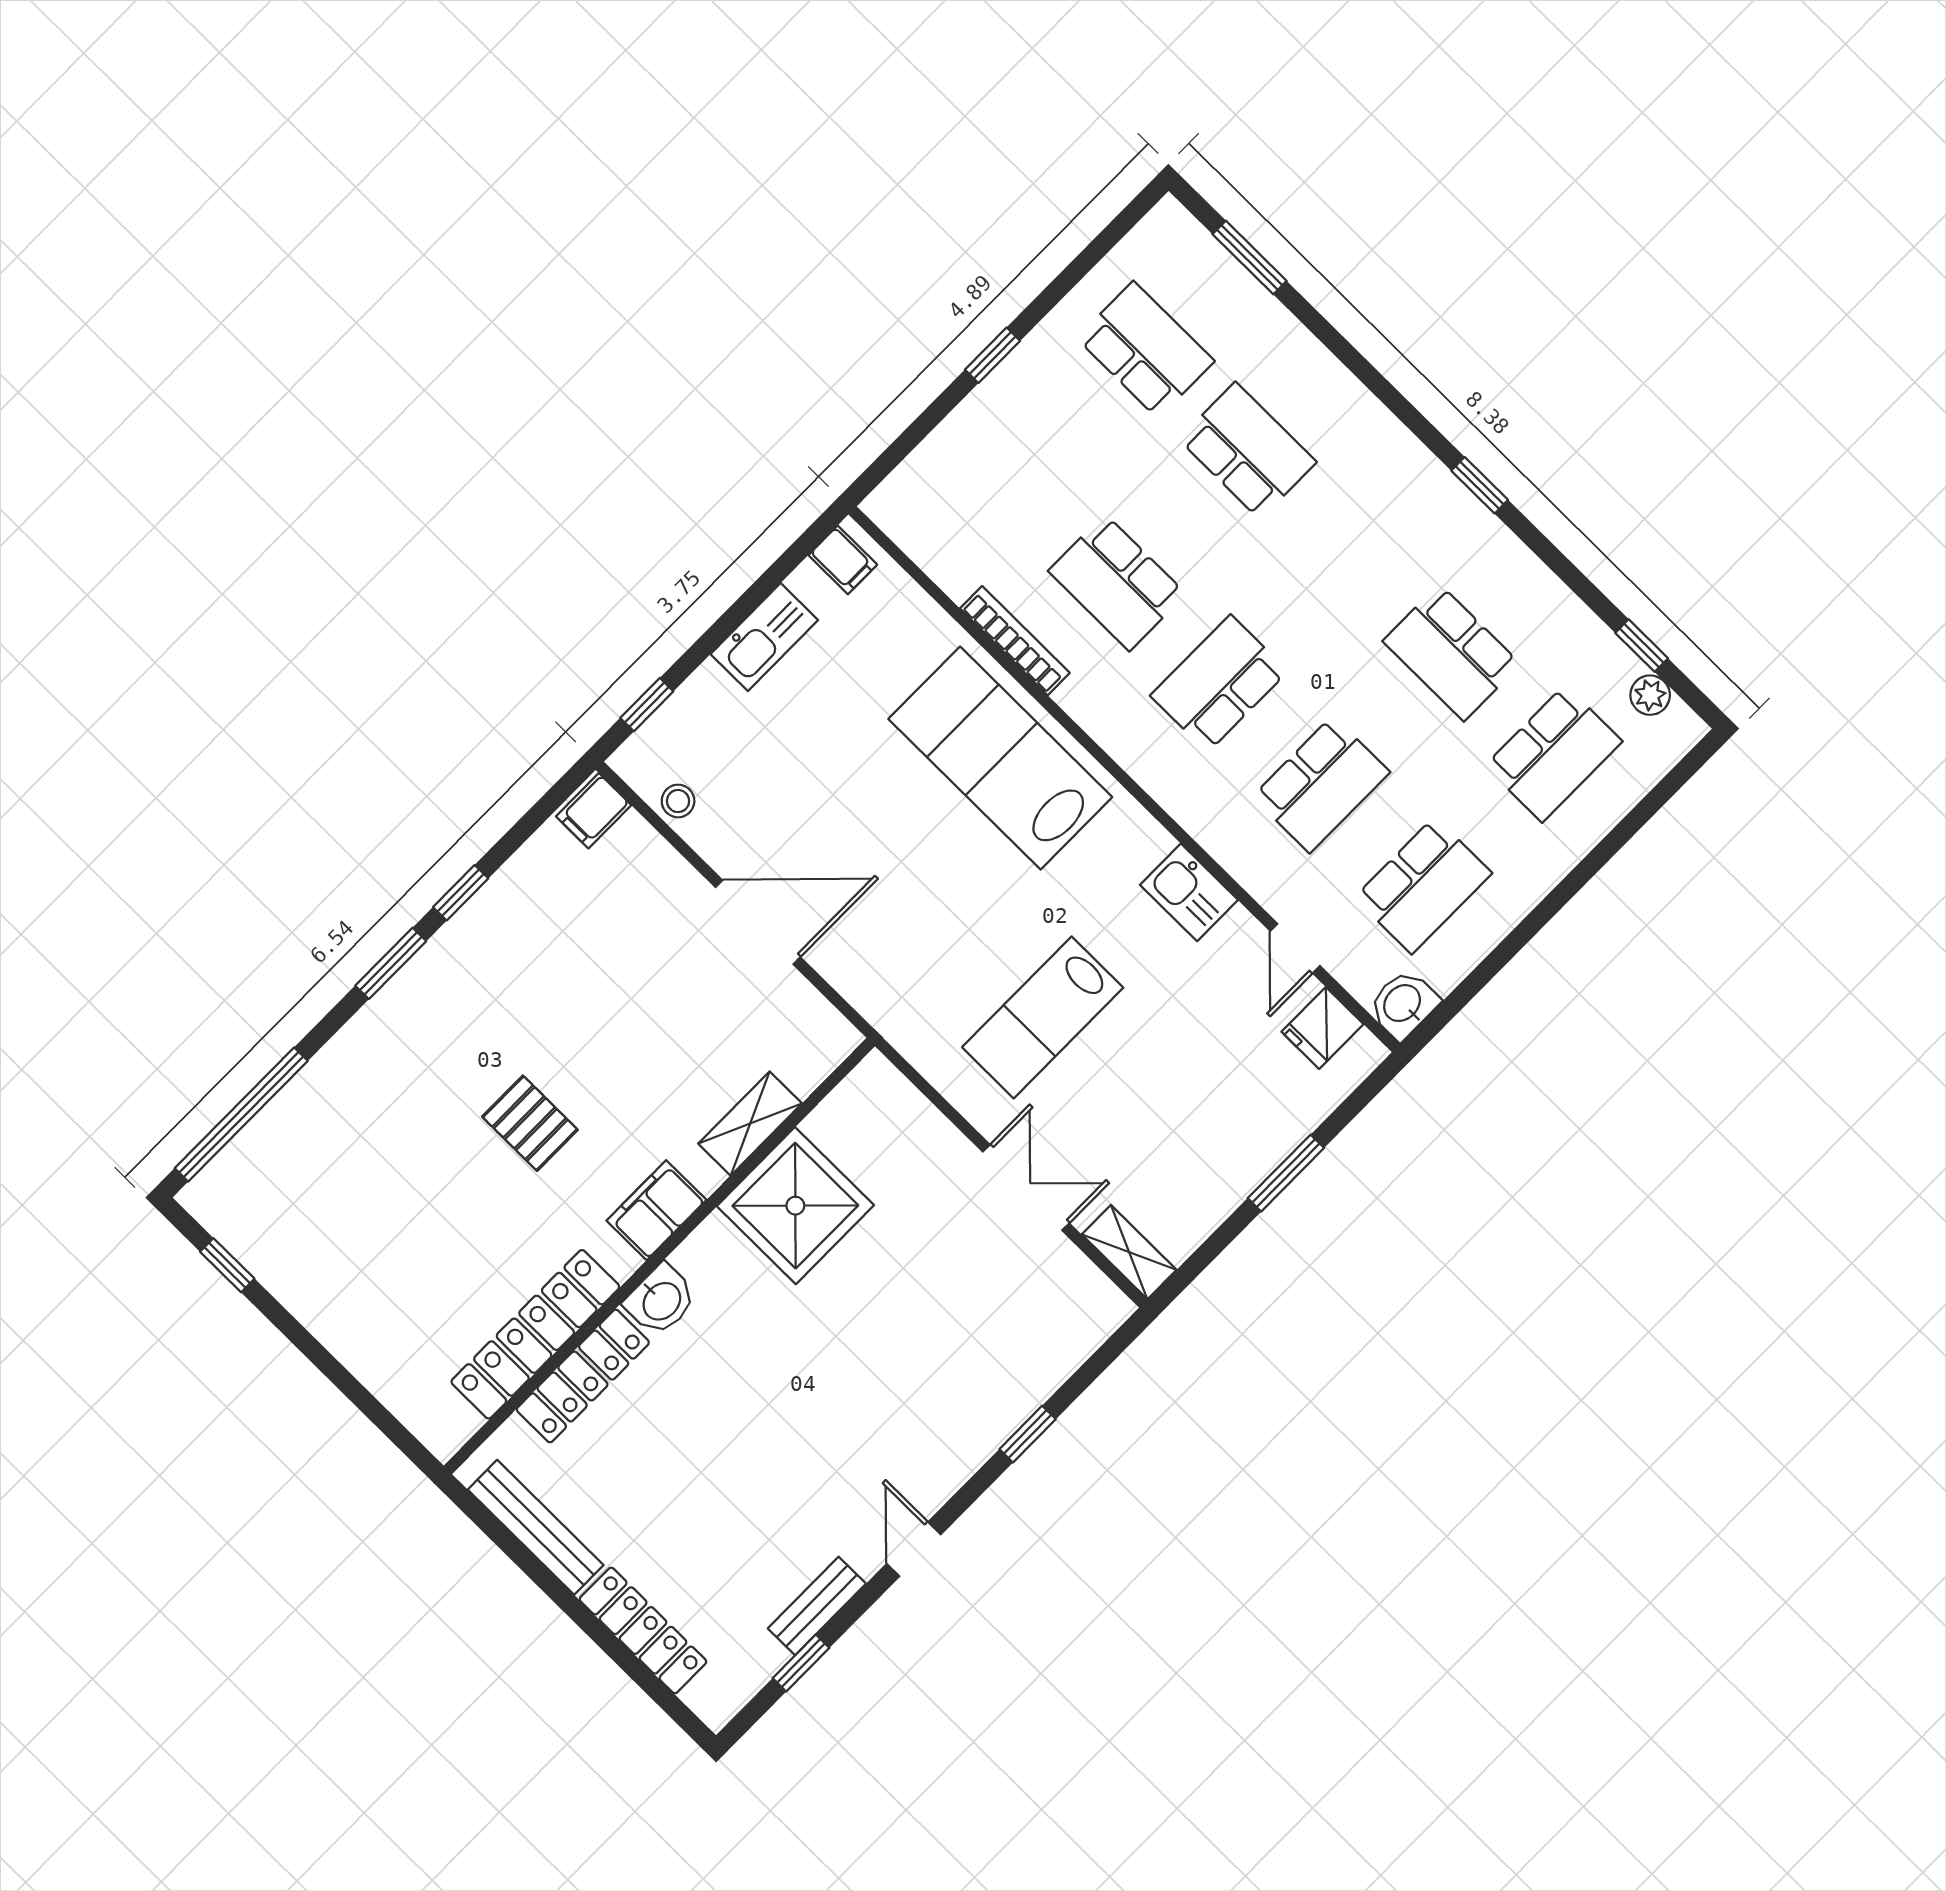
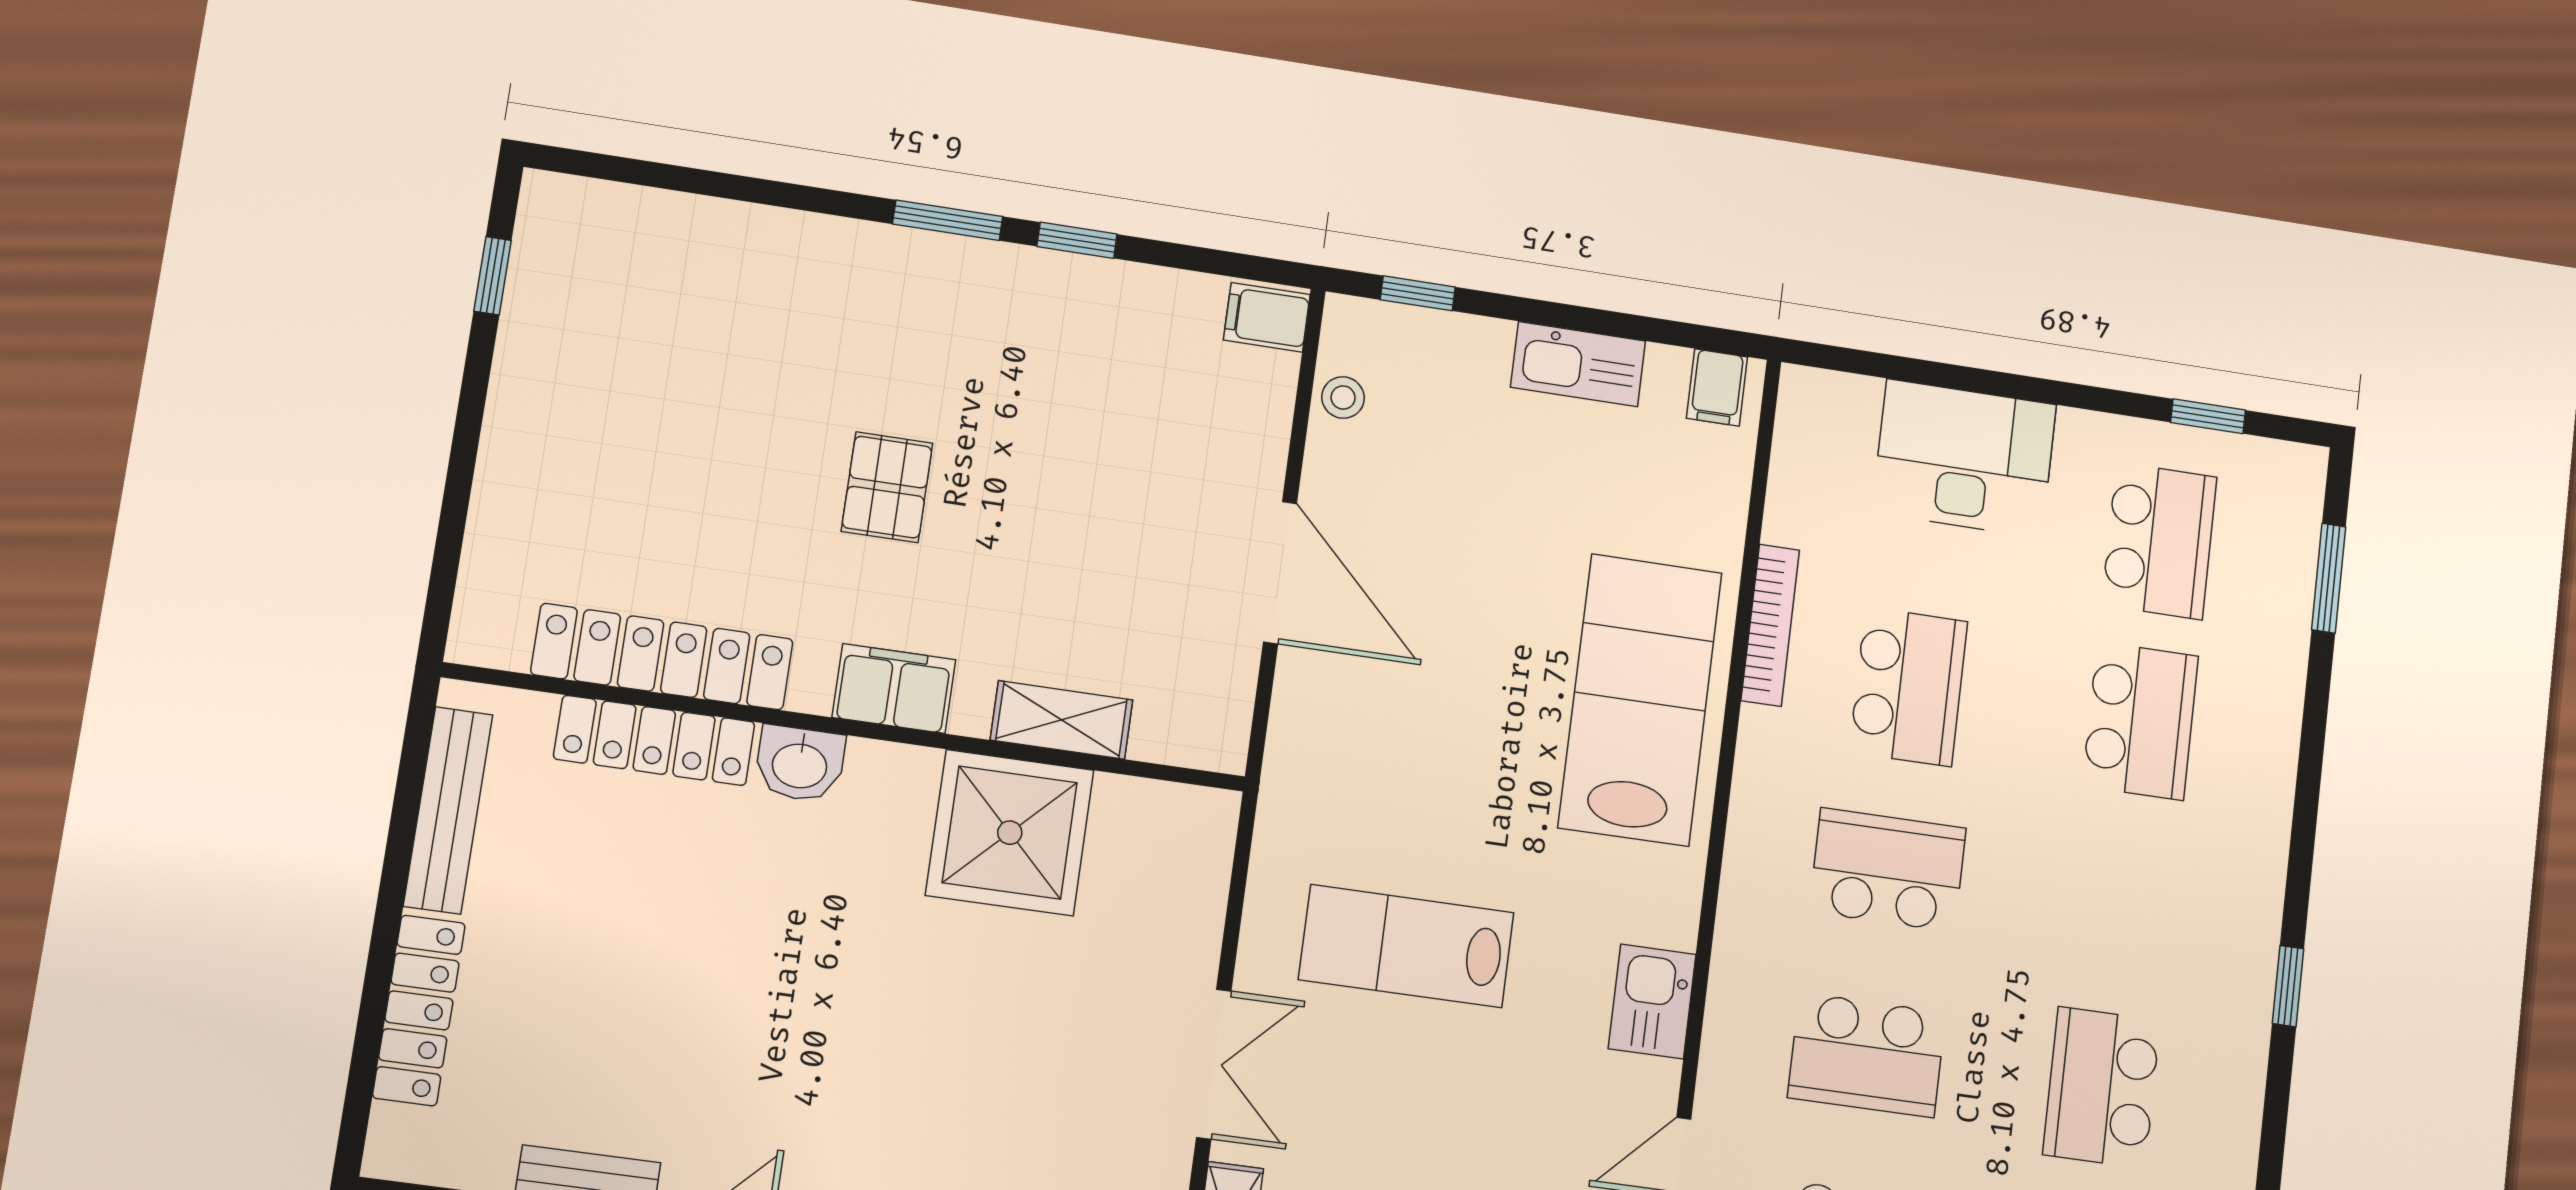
window: (993, 355) -> (2208, 416), moved
desk: (1002, 435) -> (1964, 458), added
school desk: (1117, 582) -> (1908, 687), turned 180
window: (241, 1115) -> (668, 177), removed

